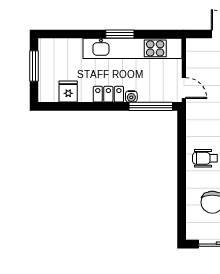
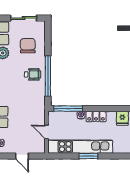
door: (184, 88) -> (46, 132), moved
window: (182, 156) -> (48, 76), added

